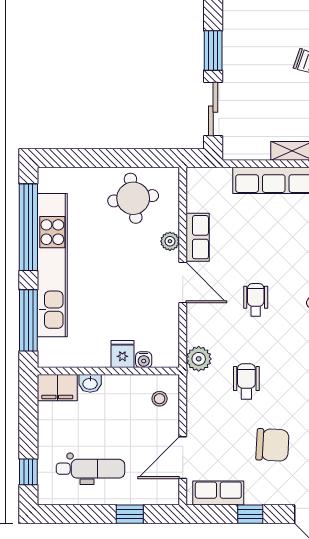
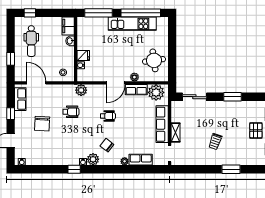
window: (213, 51) -> (233, 97), moved
plant: (204, 194) -> (156, 92), added
kitchen unit: (52, 265) -> (132, 24), width x0.73

